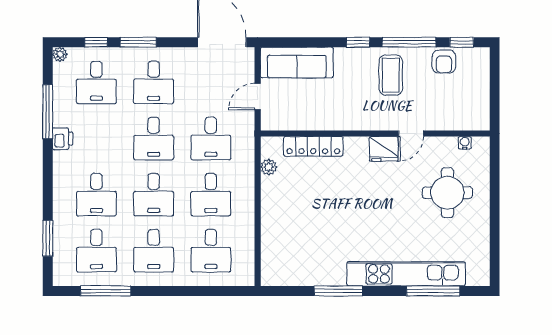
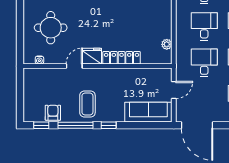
locker: (313, 146) -> (122, 58), moved

